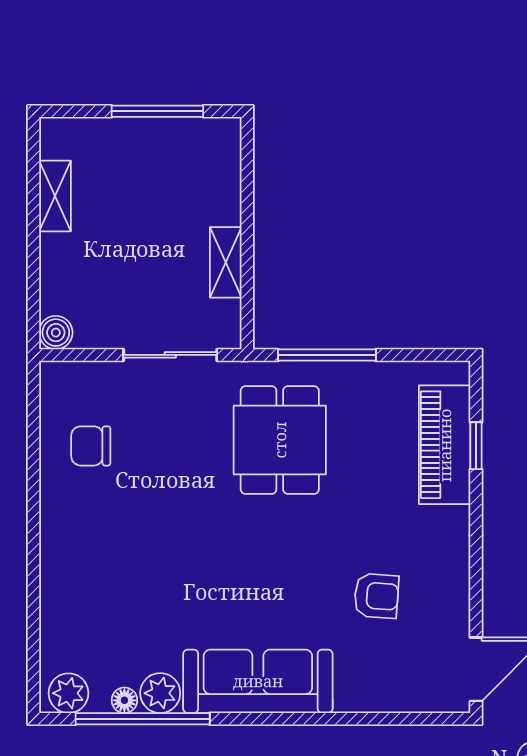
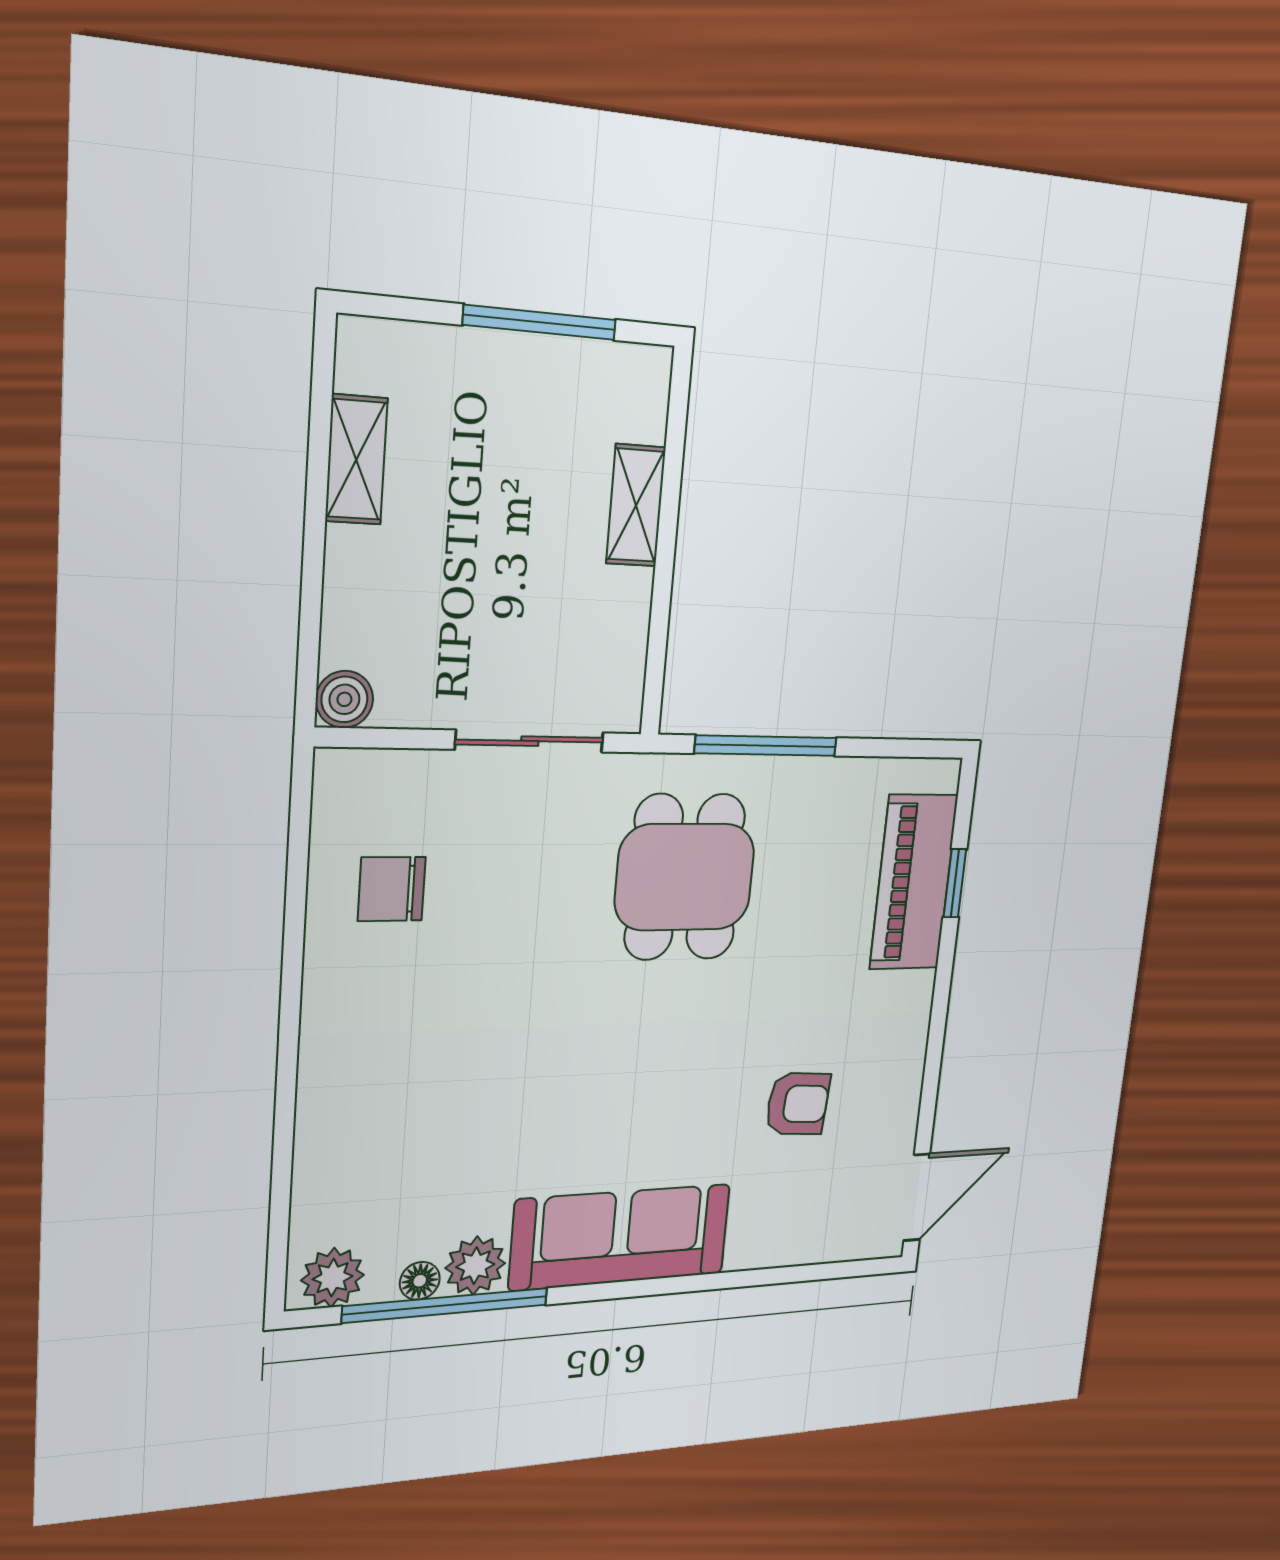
shelving: (226, 262) -> (636, 505), moved

